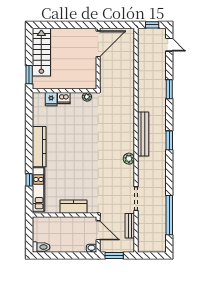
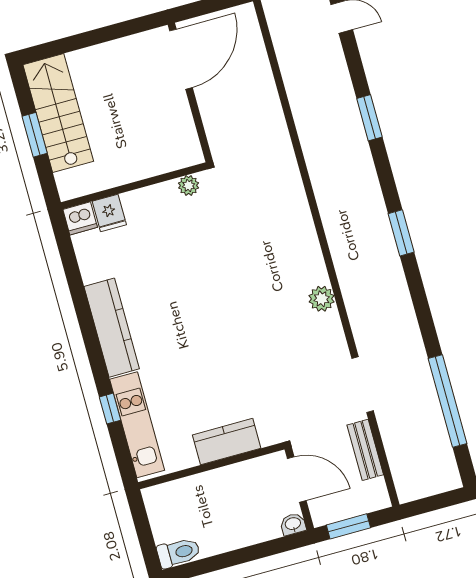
window: (29, 75) -> (35, 135), moved
dishwasher: (64, 98) -> (80, 218), moved
bench: (143, 134) -> (338, 235), removed

